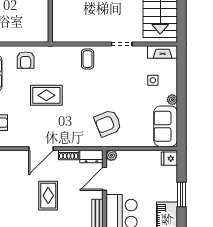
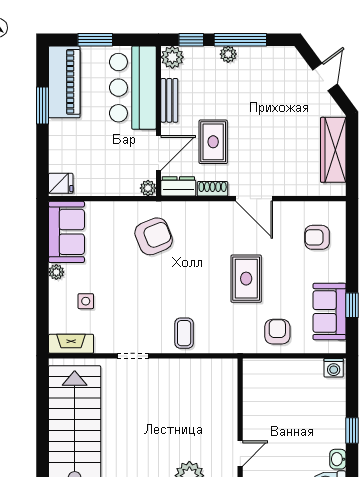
rug: (46, 95) -> (246, 279), turned 90
door: (41, 148) -> (254, 199), swing flipped
window: (182, 194) -> (42, 106), moved
rug: (48, 196) -> (213, 142), moved

